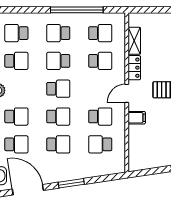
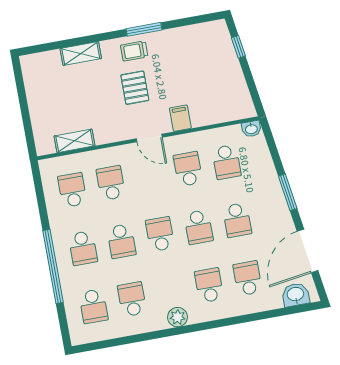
window: (77, 10) -> (53, 266), moved
locker: (134, 68) -> (112, 134), removed
school desk: (58, 117) -> (199, 227), turned 180
school desk: (58, 144) -> (237, 220), turned 180
washbasin: (120, 166) -> (251, 129), added

